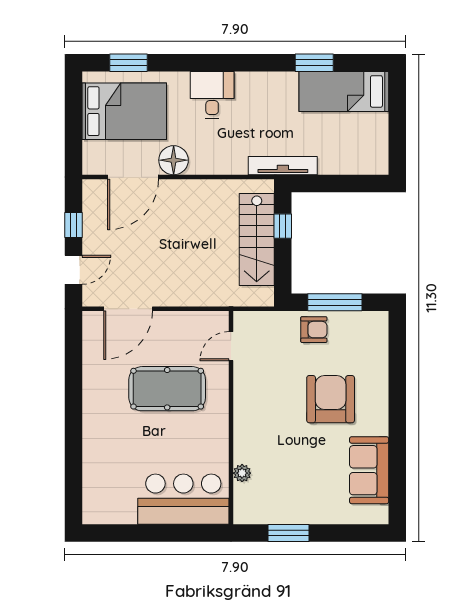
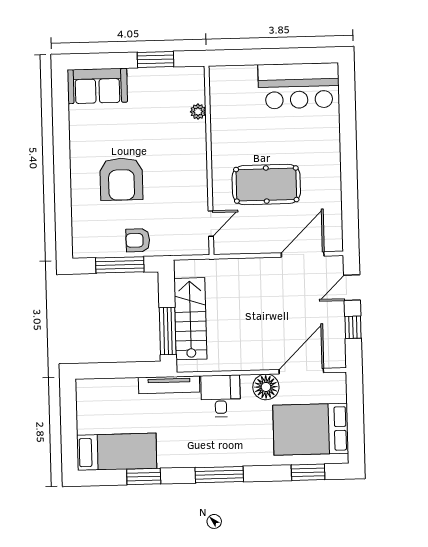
window: (229, 63) -> (219, 475), added
desk: (212, 95) -> (221, 396), moved, turned 180
window: (283, 226) -> (168, 331), width x2.17
sofa: (369, 470) -> (97, 86), moved, turned 90
bar counter: (183, 499) -> (299, 86), moved

